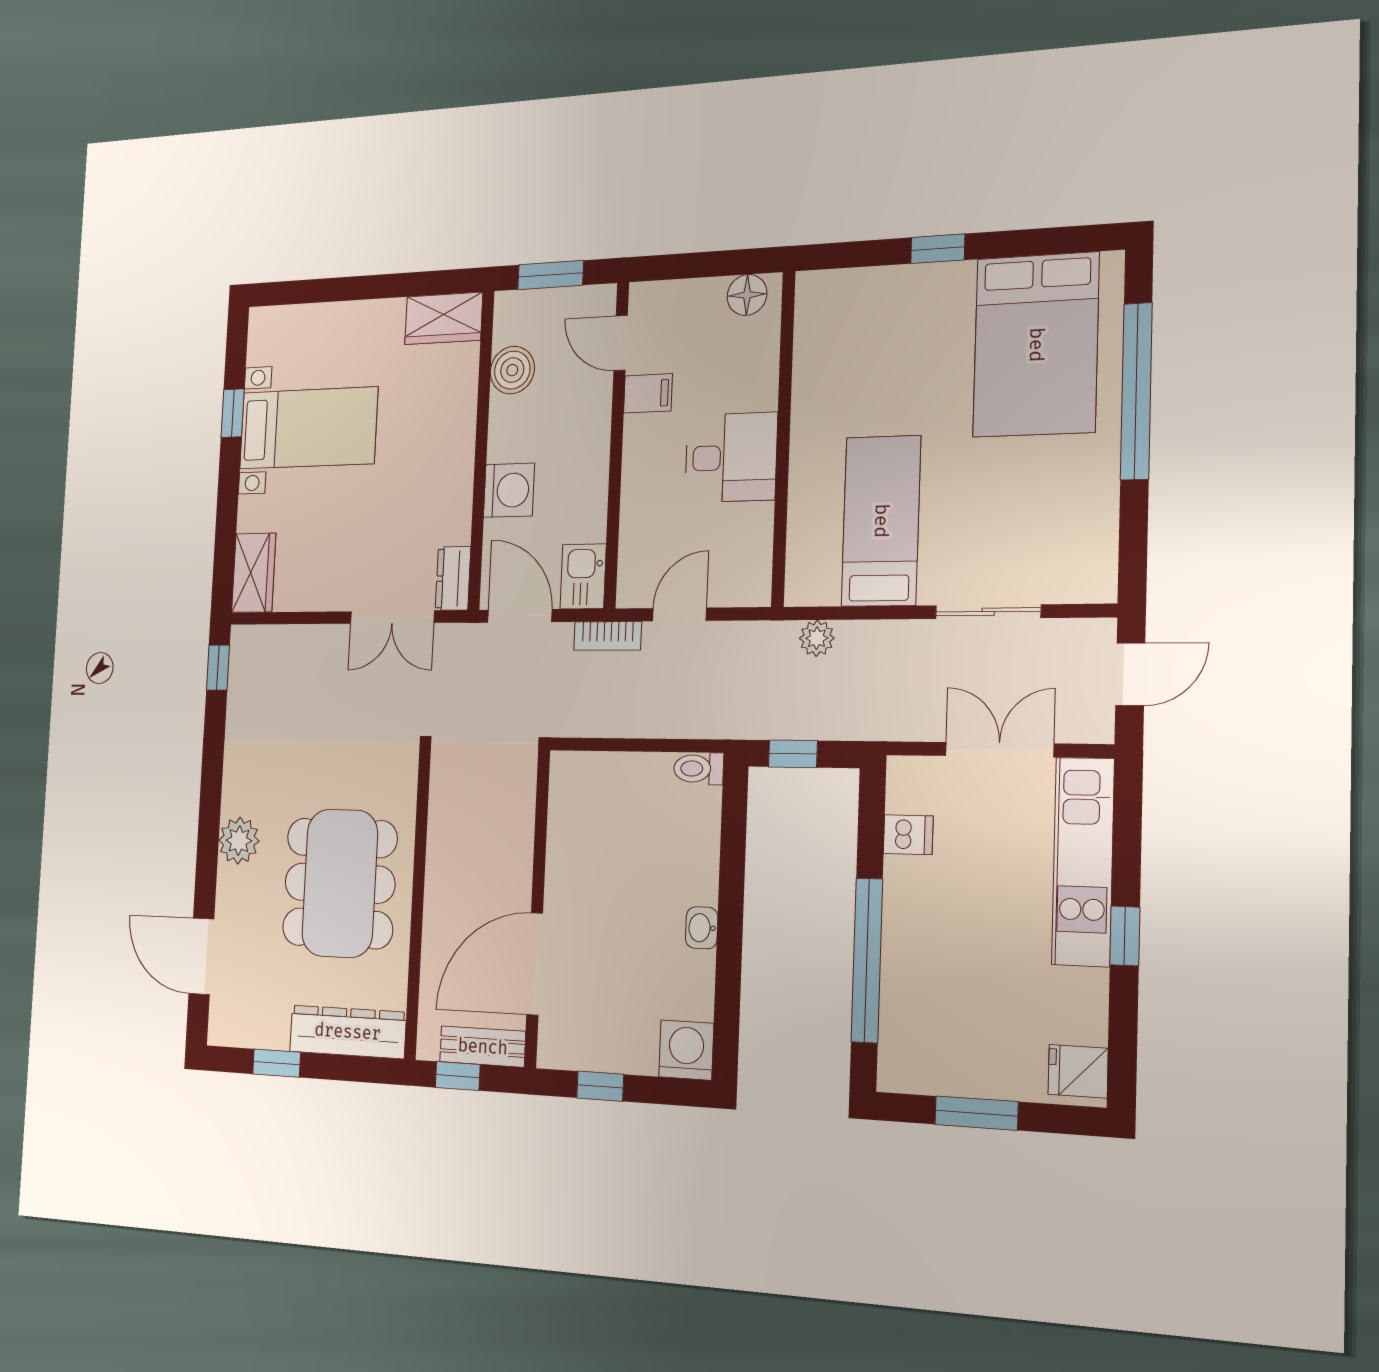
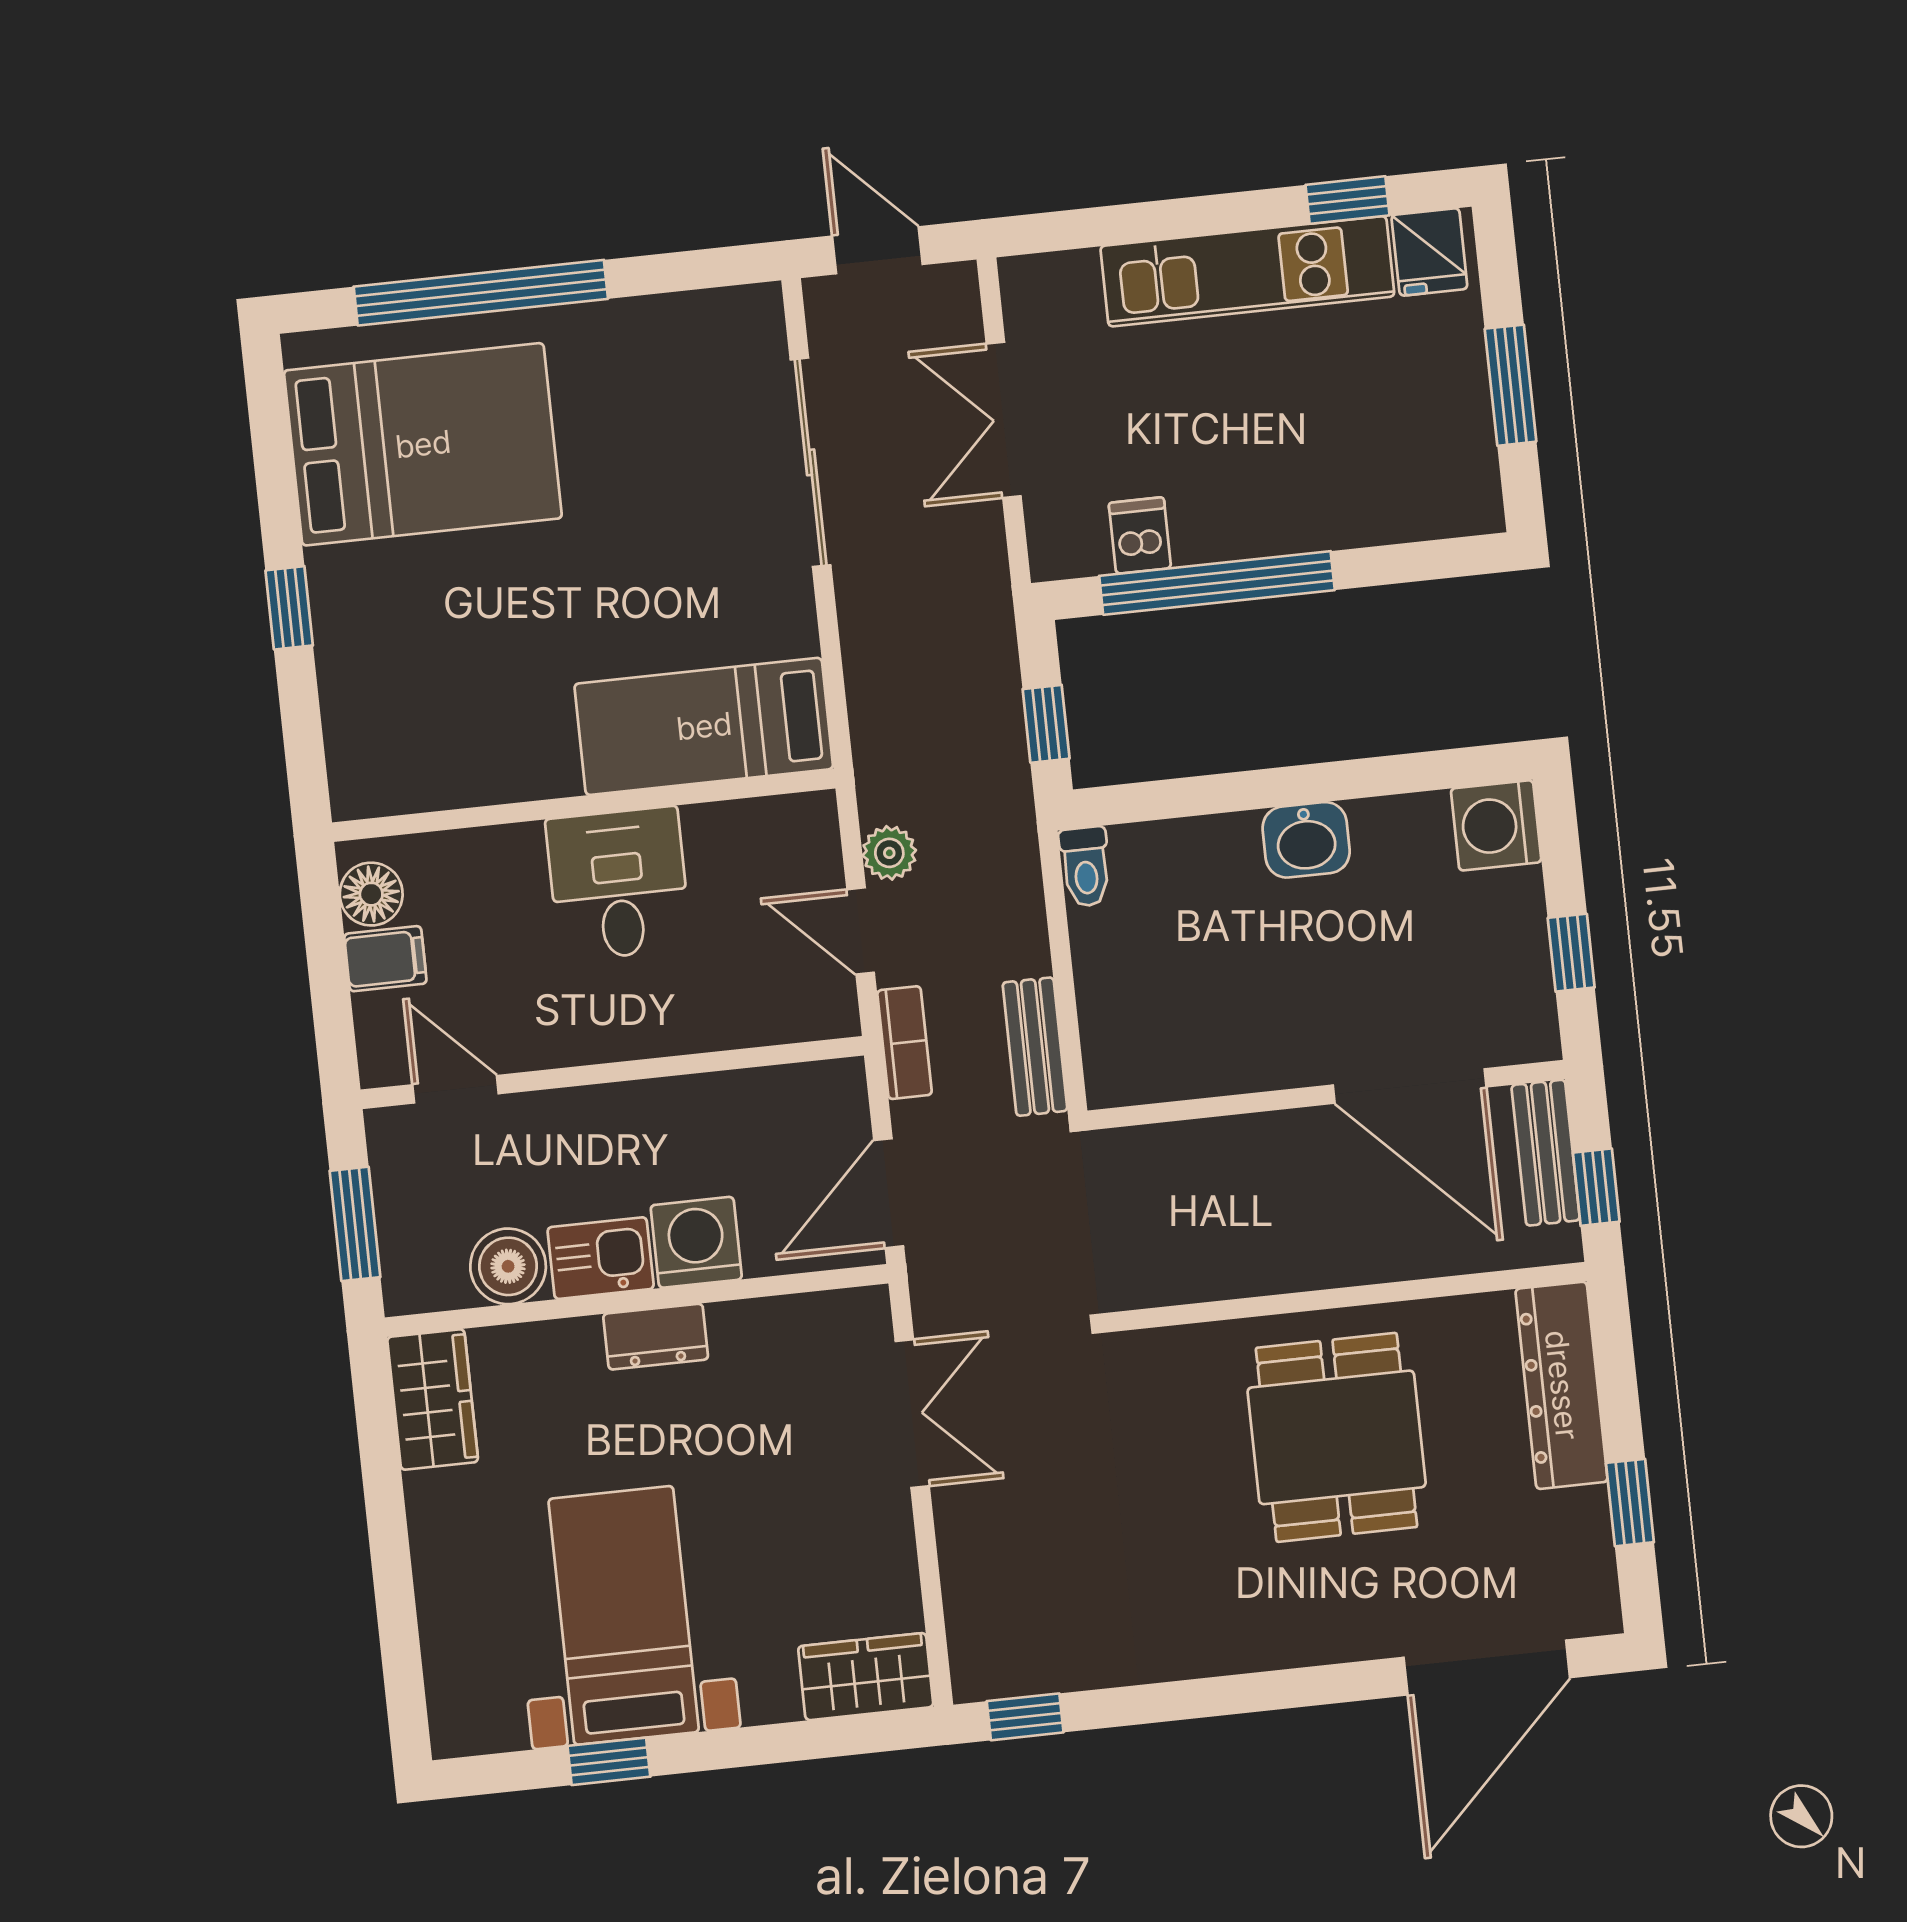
door: (621, 343) -> (456, 1089), swing flipped
filing cabinet: (648, 393) -> (385, 959), moved, turned 90
bed: (881, 521) -> (704, 726), moved
kitchen sink: (583, 576) -> (601, 1258), moved, turned 180
dresser: (453, 578) -> (656, 1337), moved
sliding door: (988, 612) -> (811, 462), width x1.37
plant: (817, 638) -> (889, 853), moved
bench: (593, 721) -> (1035, 1047), added
plant: (239, 841) -> (1295, 1630), removed
kitchen unit: (1083, 861) -> (1247, 271), moved
dining table: (340, 883) -> (1337, 1437), width x0.73
washbasin: (702, 928) -> (1306, 840), width x1.38, depth x1.45
window: (1125, 936) -> (1347, 200), moved
door: (201, 956) -> (1487, 1667), width x1.36
window: (867, 960) -> (1217, 583), moved

